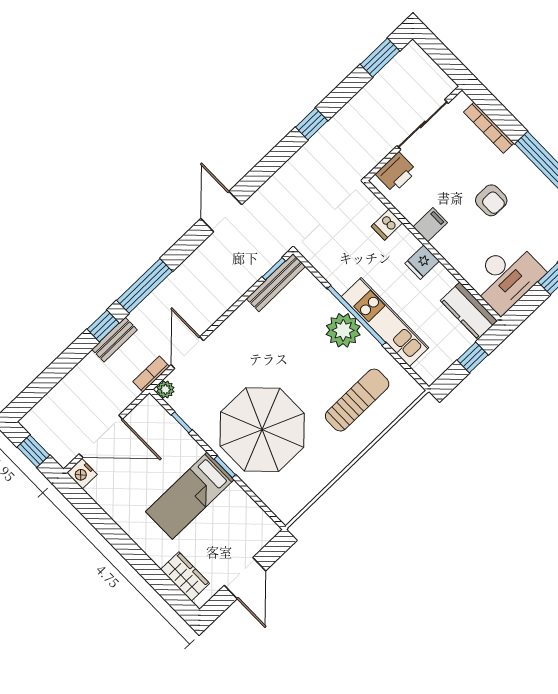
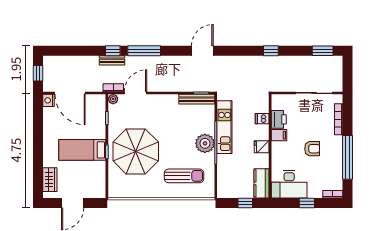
printer: (396, 172) -> (279, 119), moved, turned -90
armchair: (491, 200) -> (312, 149), turned -90
kitchen unit: (385, 322) -> (224, 127), moved

